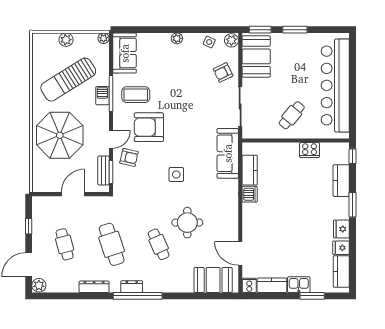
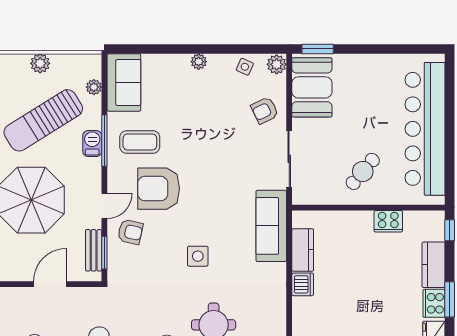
window: (295, 30) -> (367, 49), removed
plant: (104, 38) -> (94, 87), moved
cooker: (342, 207) -> (434, 303), added

